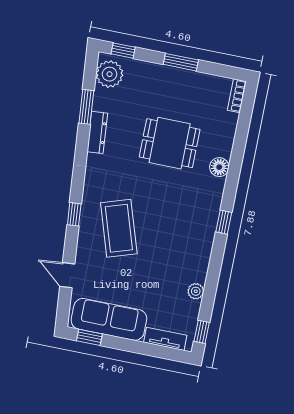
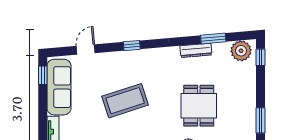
window: (181, 62) -> (261, 120), moved
coffee table: (119, 228) -> (125, 101), moved

